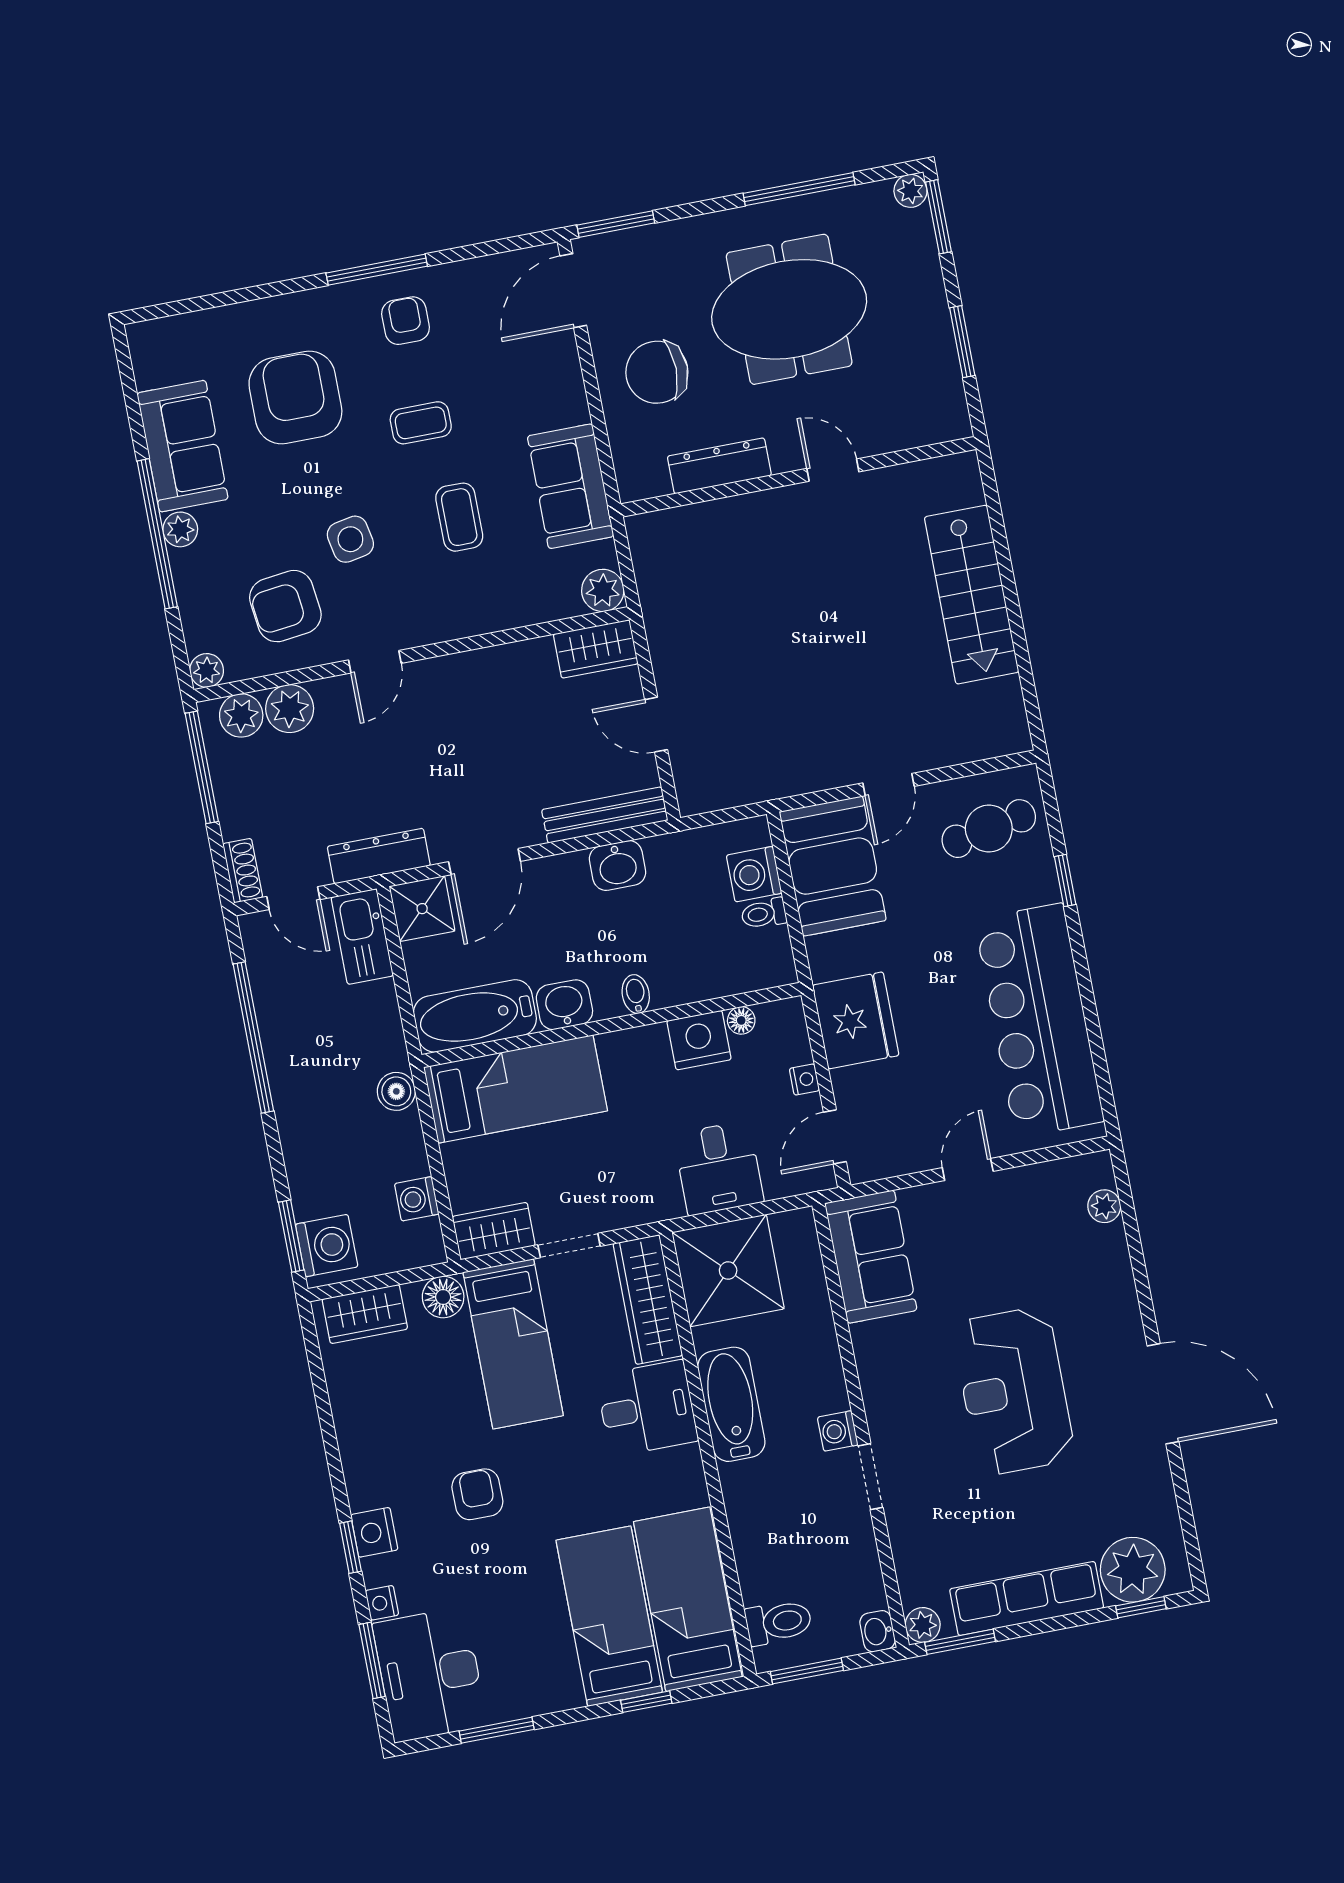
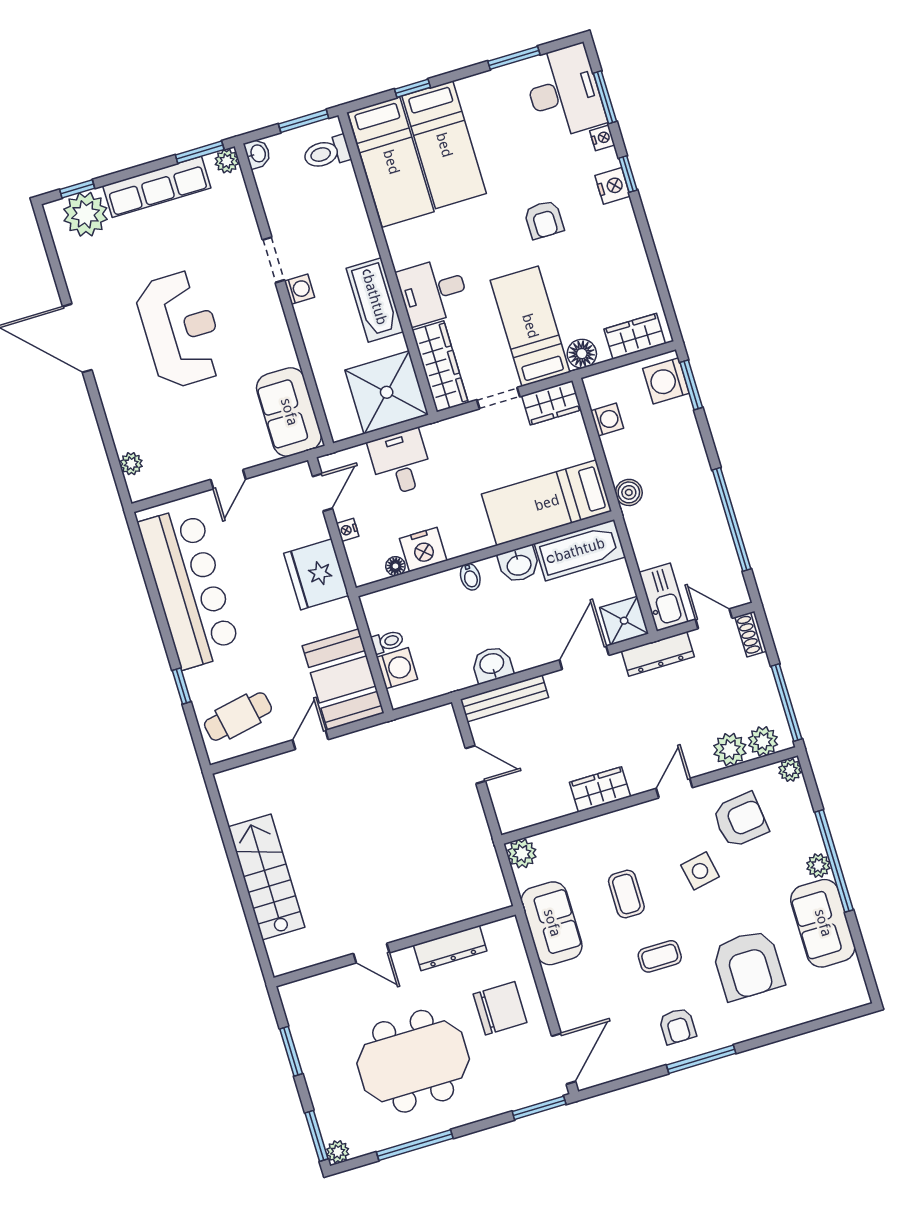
wardrobe: (596, 649) -> (600, 789), moved

